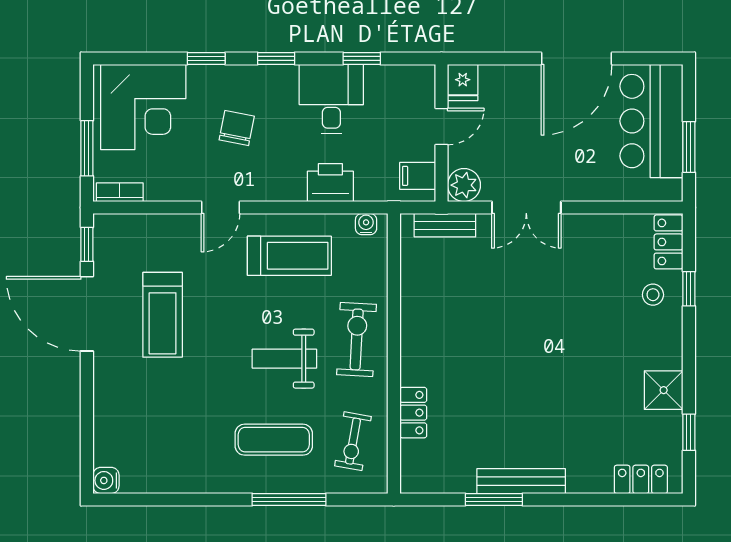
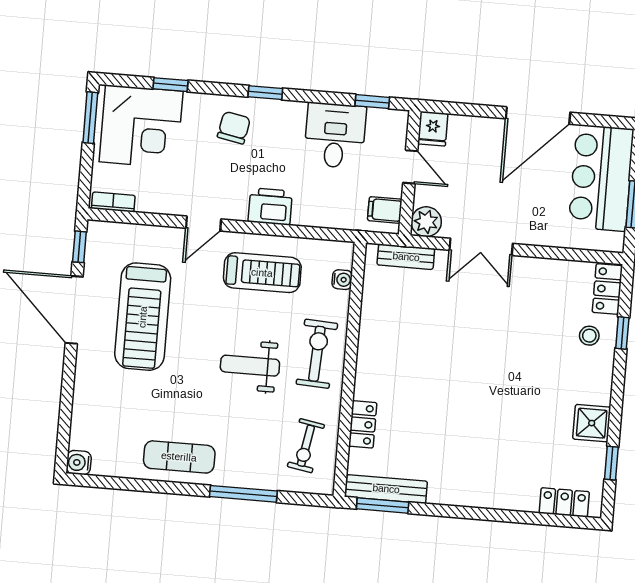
window: (206, 58) -> (170, 85), moved
window: (362, 58) -> (372, 102), moved
desk: (331, 99) -> (335, 136), moved
door: (441, 126) -> (410, 167), hinge flipped
chair: (237, 128) -> (234, 128), moved
window: (87, 148) -> (90, 118), moved
printer: (330, 183) -> (270, 206), moved
water cooler: (366, 224) -> (342, 280), moved, turned 90
treadmill: (163, 315) -> (143, 317), width x1.37, depth x1.38
exercise mat: (274, 440) -> (179, 457), moved
bench: (521, 481) -> (386, 489), moved
window: (494, 500) -> (383, 505), moved

